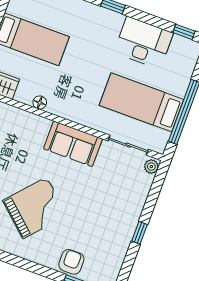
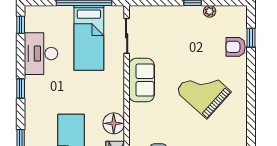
floor lamp: (40, 103) -> (114, 123), width x1.89, depth x1.89
plant: (151, 167) -> (210, 11), moved

